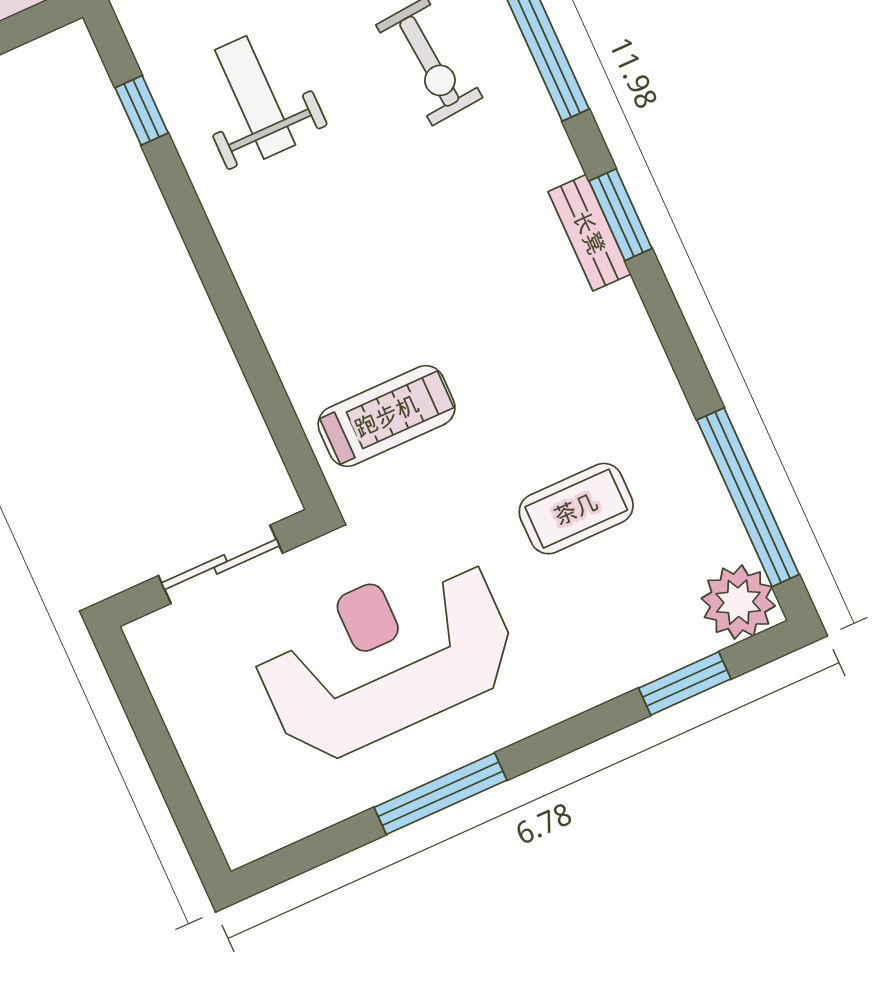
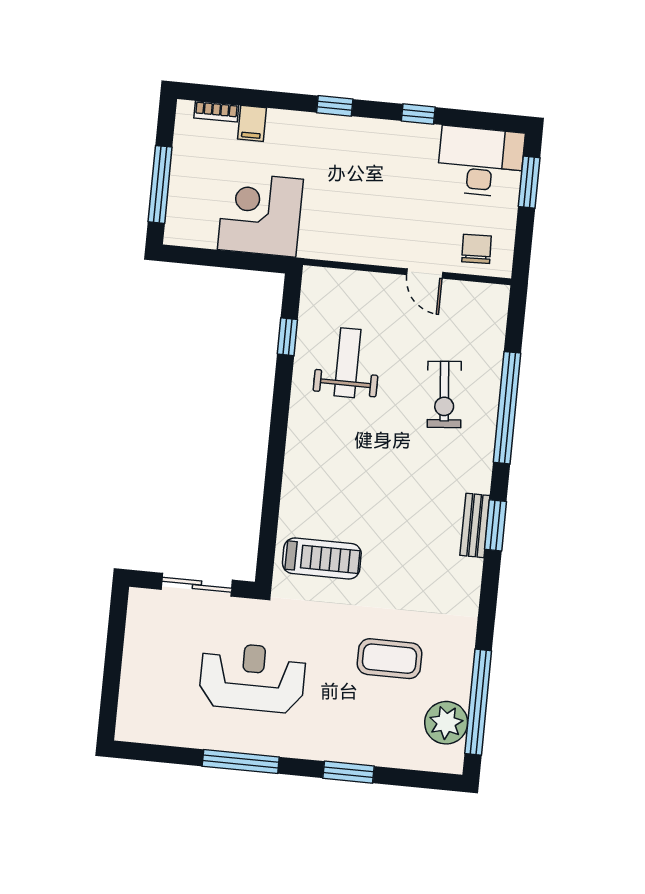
plant: (738, 602) -> (446, 723), moved
reception desk: (385, 656) -> (252, 677), width x0.74, depth x0.77
window: (685, 683) -> (349, 772), moved

